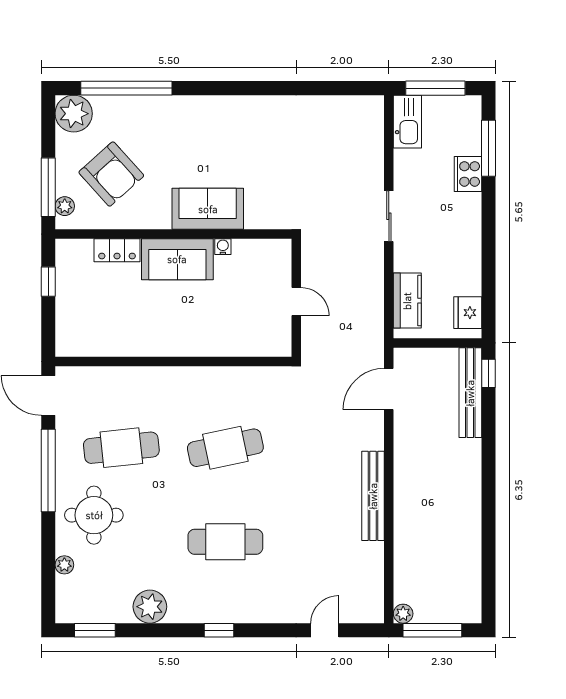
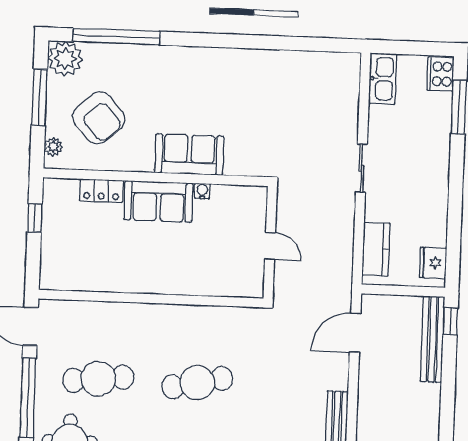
window: (435, 88) -> (410, 48), removed
cooker: (468, 174) -> (440, 74), moved
window: (48, 187) -> (39, 97), moved

